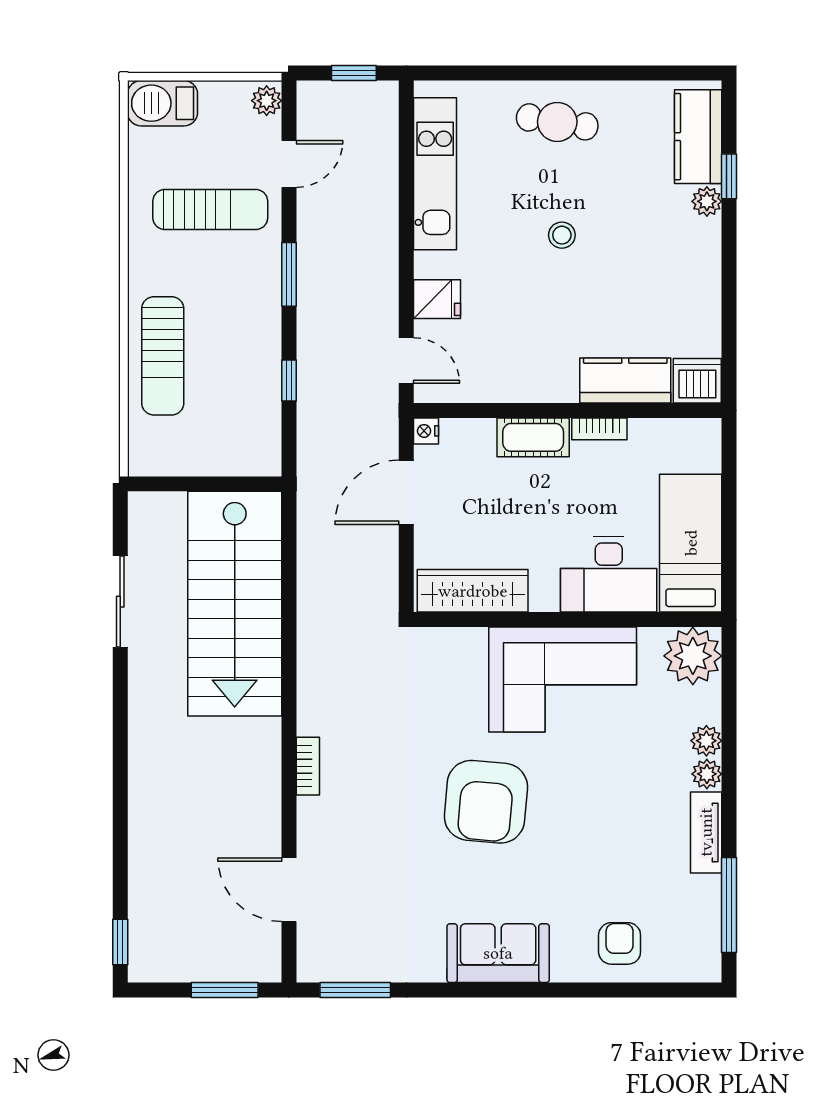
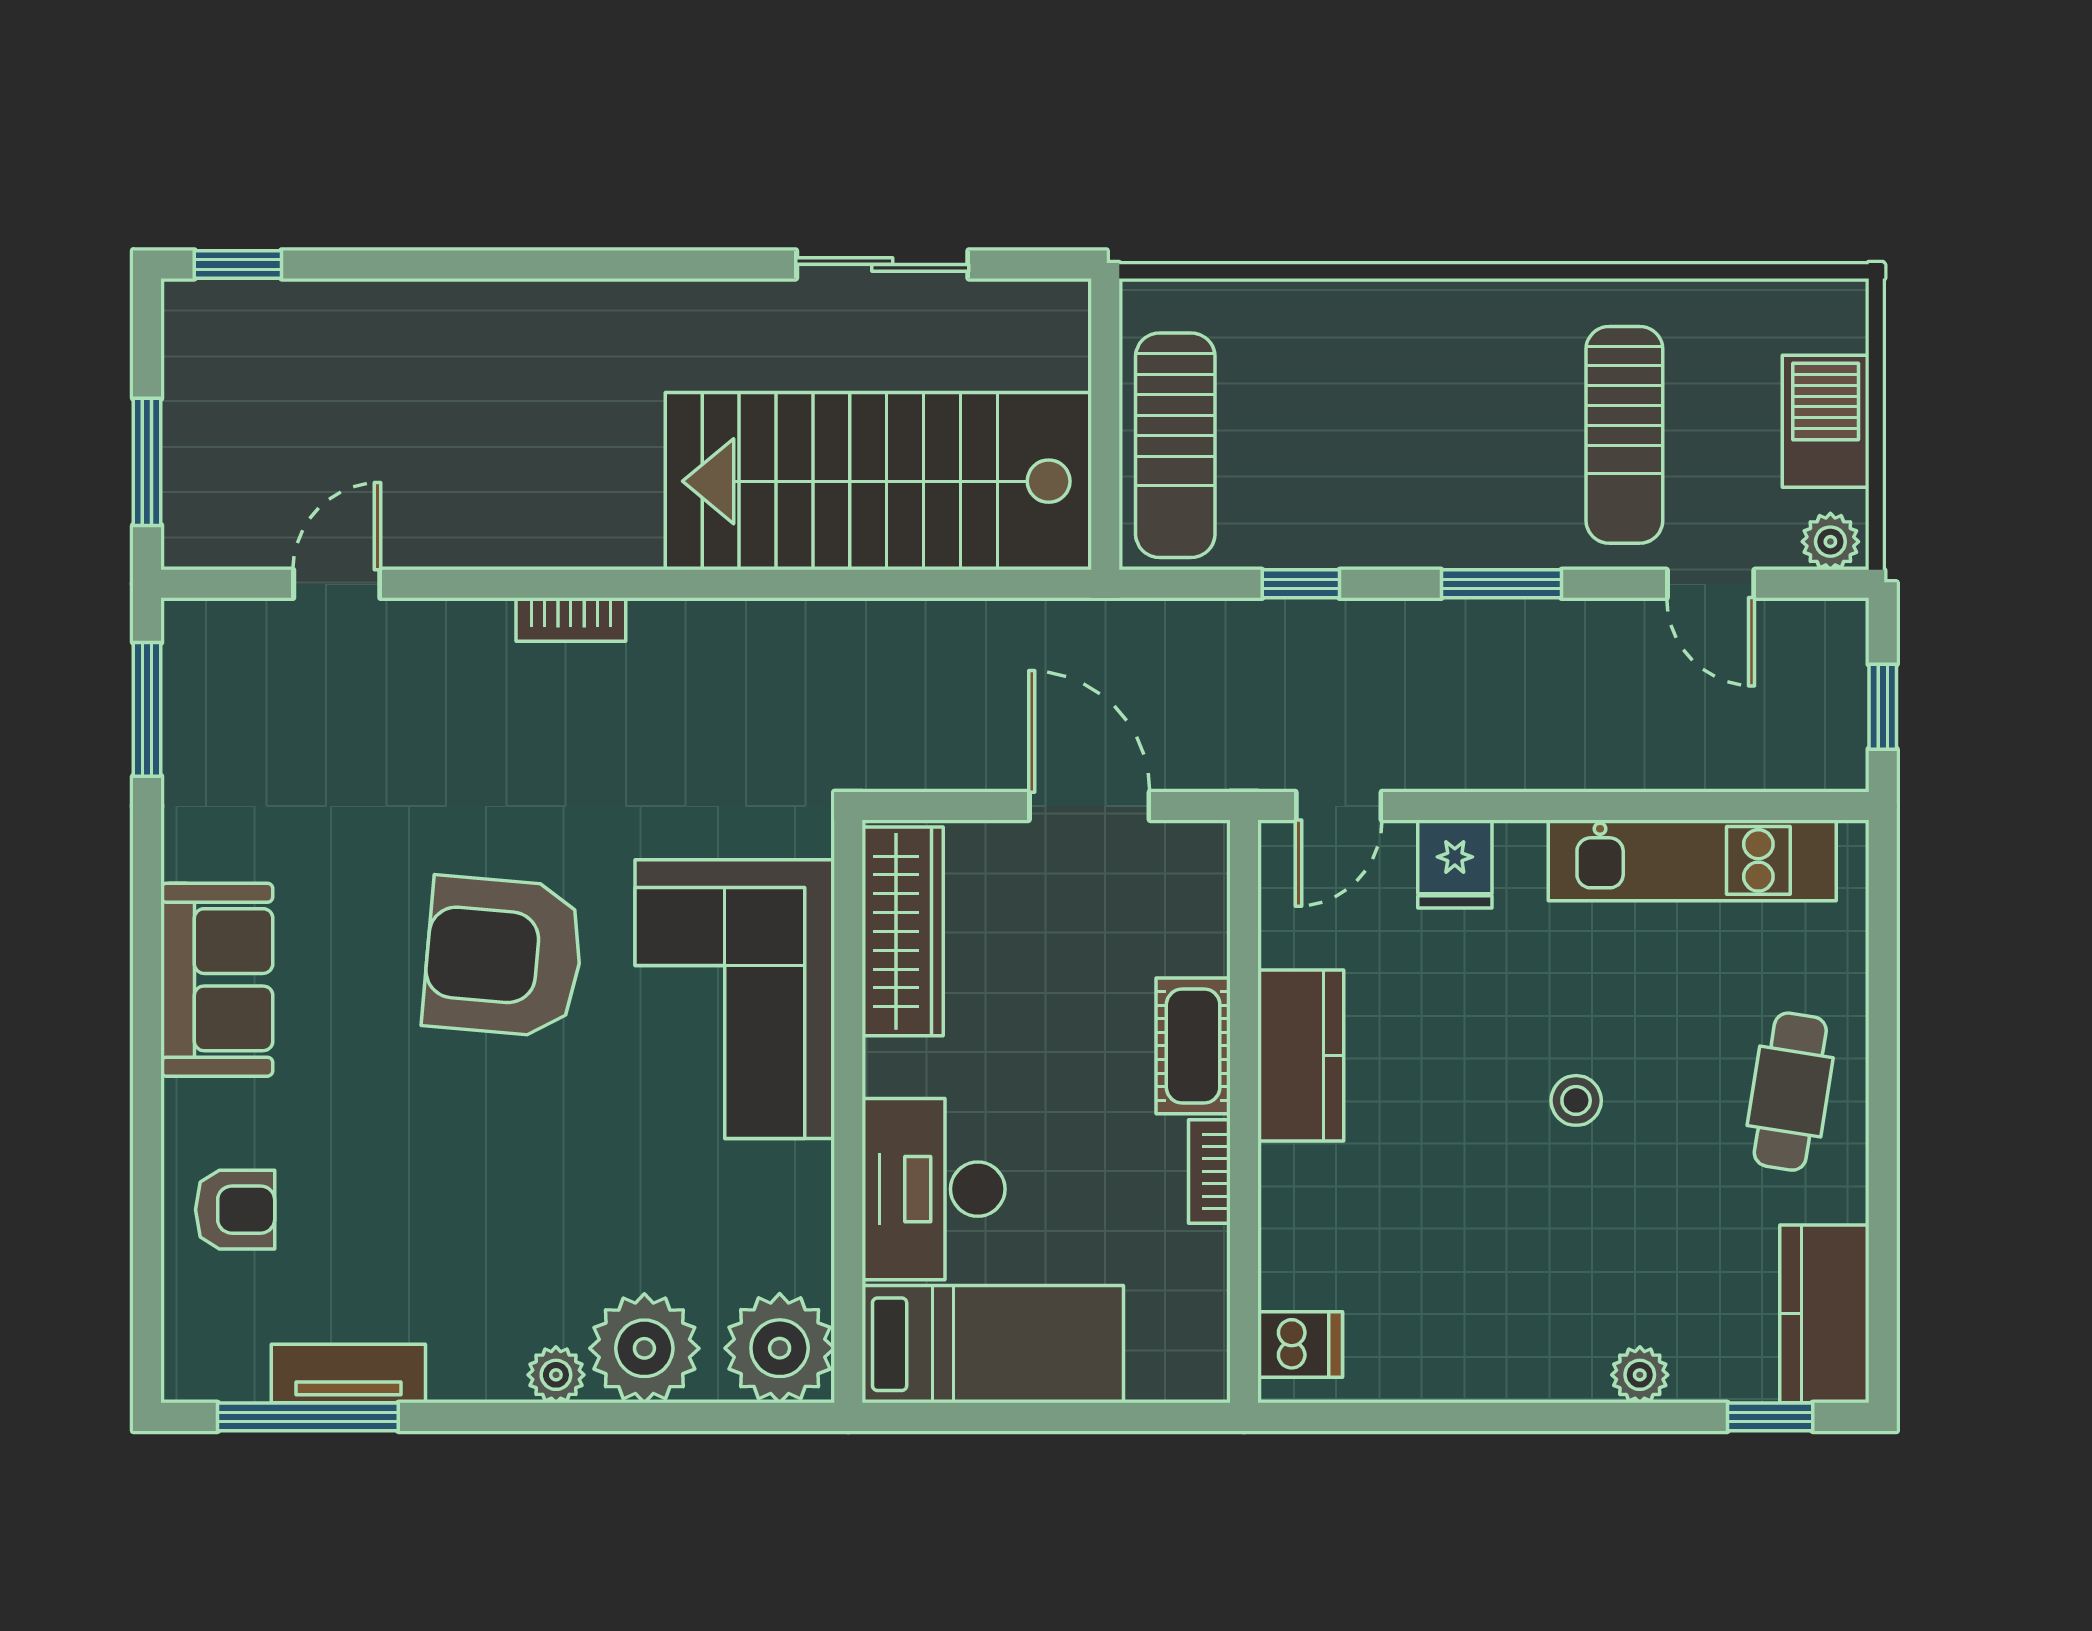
barbecue: (163, 103) -> (1826, 421), moved
kitchen counter: (698, 137) -> (1824, 1314), moved, turned -90
window: (729, 176) -> (1770, 1417), moved
sun lounger: (163, 356) -> (1175, 445), moved, turned -90
kitchen counter: (625, 381) -> (1301, 1056), moved
dishwasher: (697, 381) -> (1300, 1345), width x0.73
nightstand: (426, 431) -> (1205, 843), removed
corner sofa: (563, 679) -> (735, 999), moved
plant: (706, 741) -> (644, 1348), width x1.88, depth x1.88
tv unit: (706, 832) -> (348, 1374), moved
door: (289, 890) -> (337, 584), width x0.73

